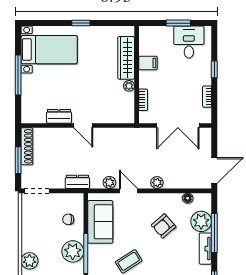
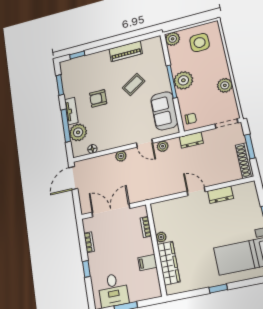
chair: (68, 219) -> (191, 119), moved
armchair: (164, 226) -> (98, 98), moved, turned -139
plant: (29, 261) -> (225, 85), moved

